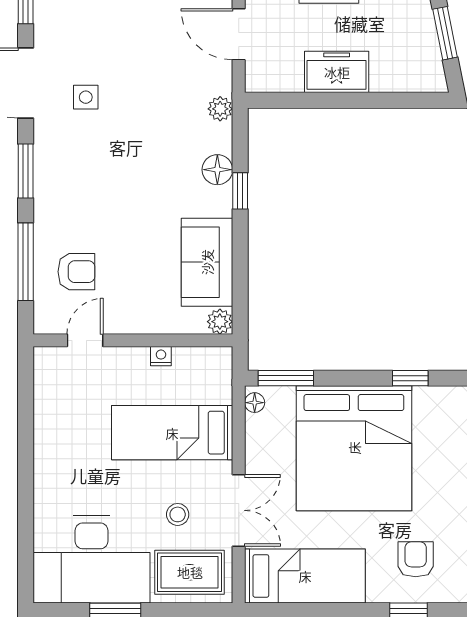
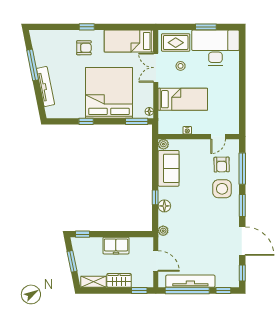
side table: (86, 97) -> (222, 189), moved, width x1.87, depth x1.87
window: (419, 100) -> (82, 234), added
armchair: (76, 272) -> (222, 165), turned -91
armchair: (416, 559) -> (84, 48), turned -90

